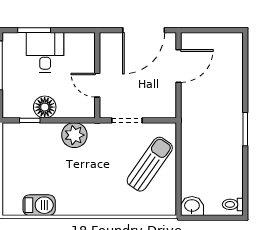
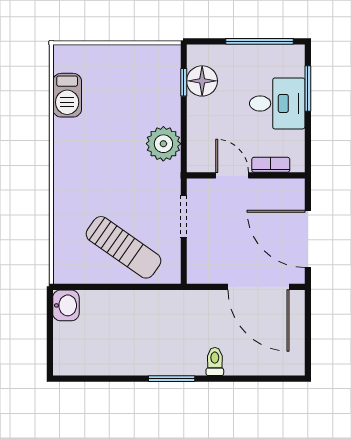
bookcase: (90, 57) -> (271, 165), added
door: (179, 66) -> (258, 287), width x1.36
door: (97, 85) -> (232, 175), hinge flipped
floor lamp: (45, 107) -> (202, 81), moved
toilet: (233, 204) -> (215, 362), moved

